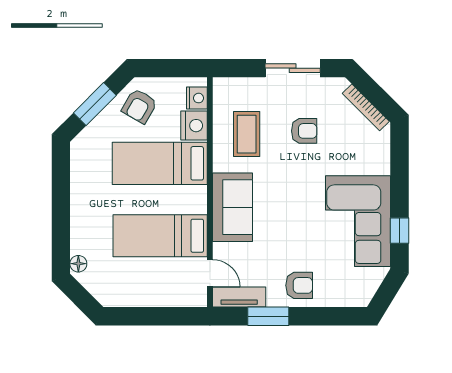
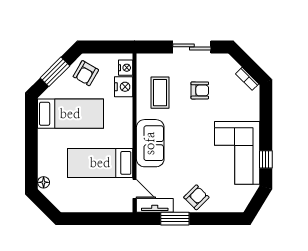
bookcase: (366, 107) -> (247, 79), width x0.64
bed: (160, 163) -> (70, 114), moved, turned 180
armchair: (299, 285) -> (196, 197), turned -45

